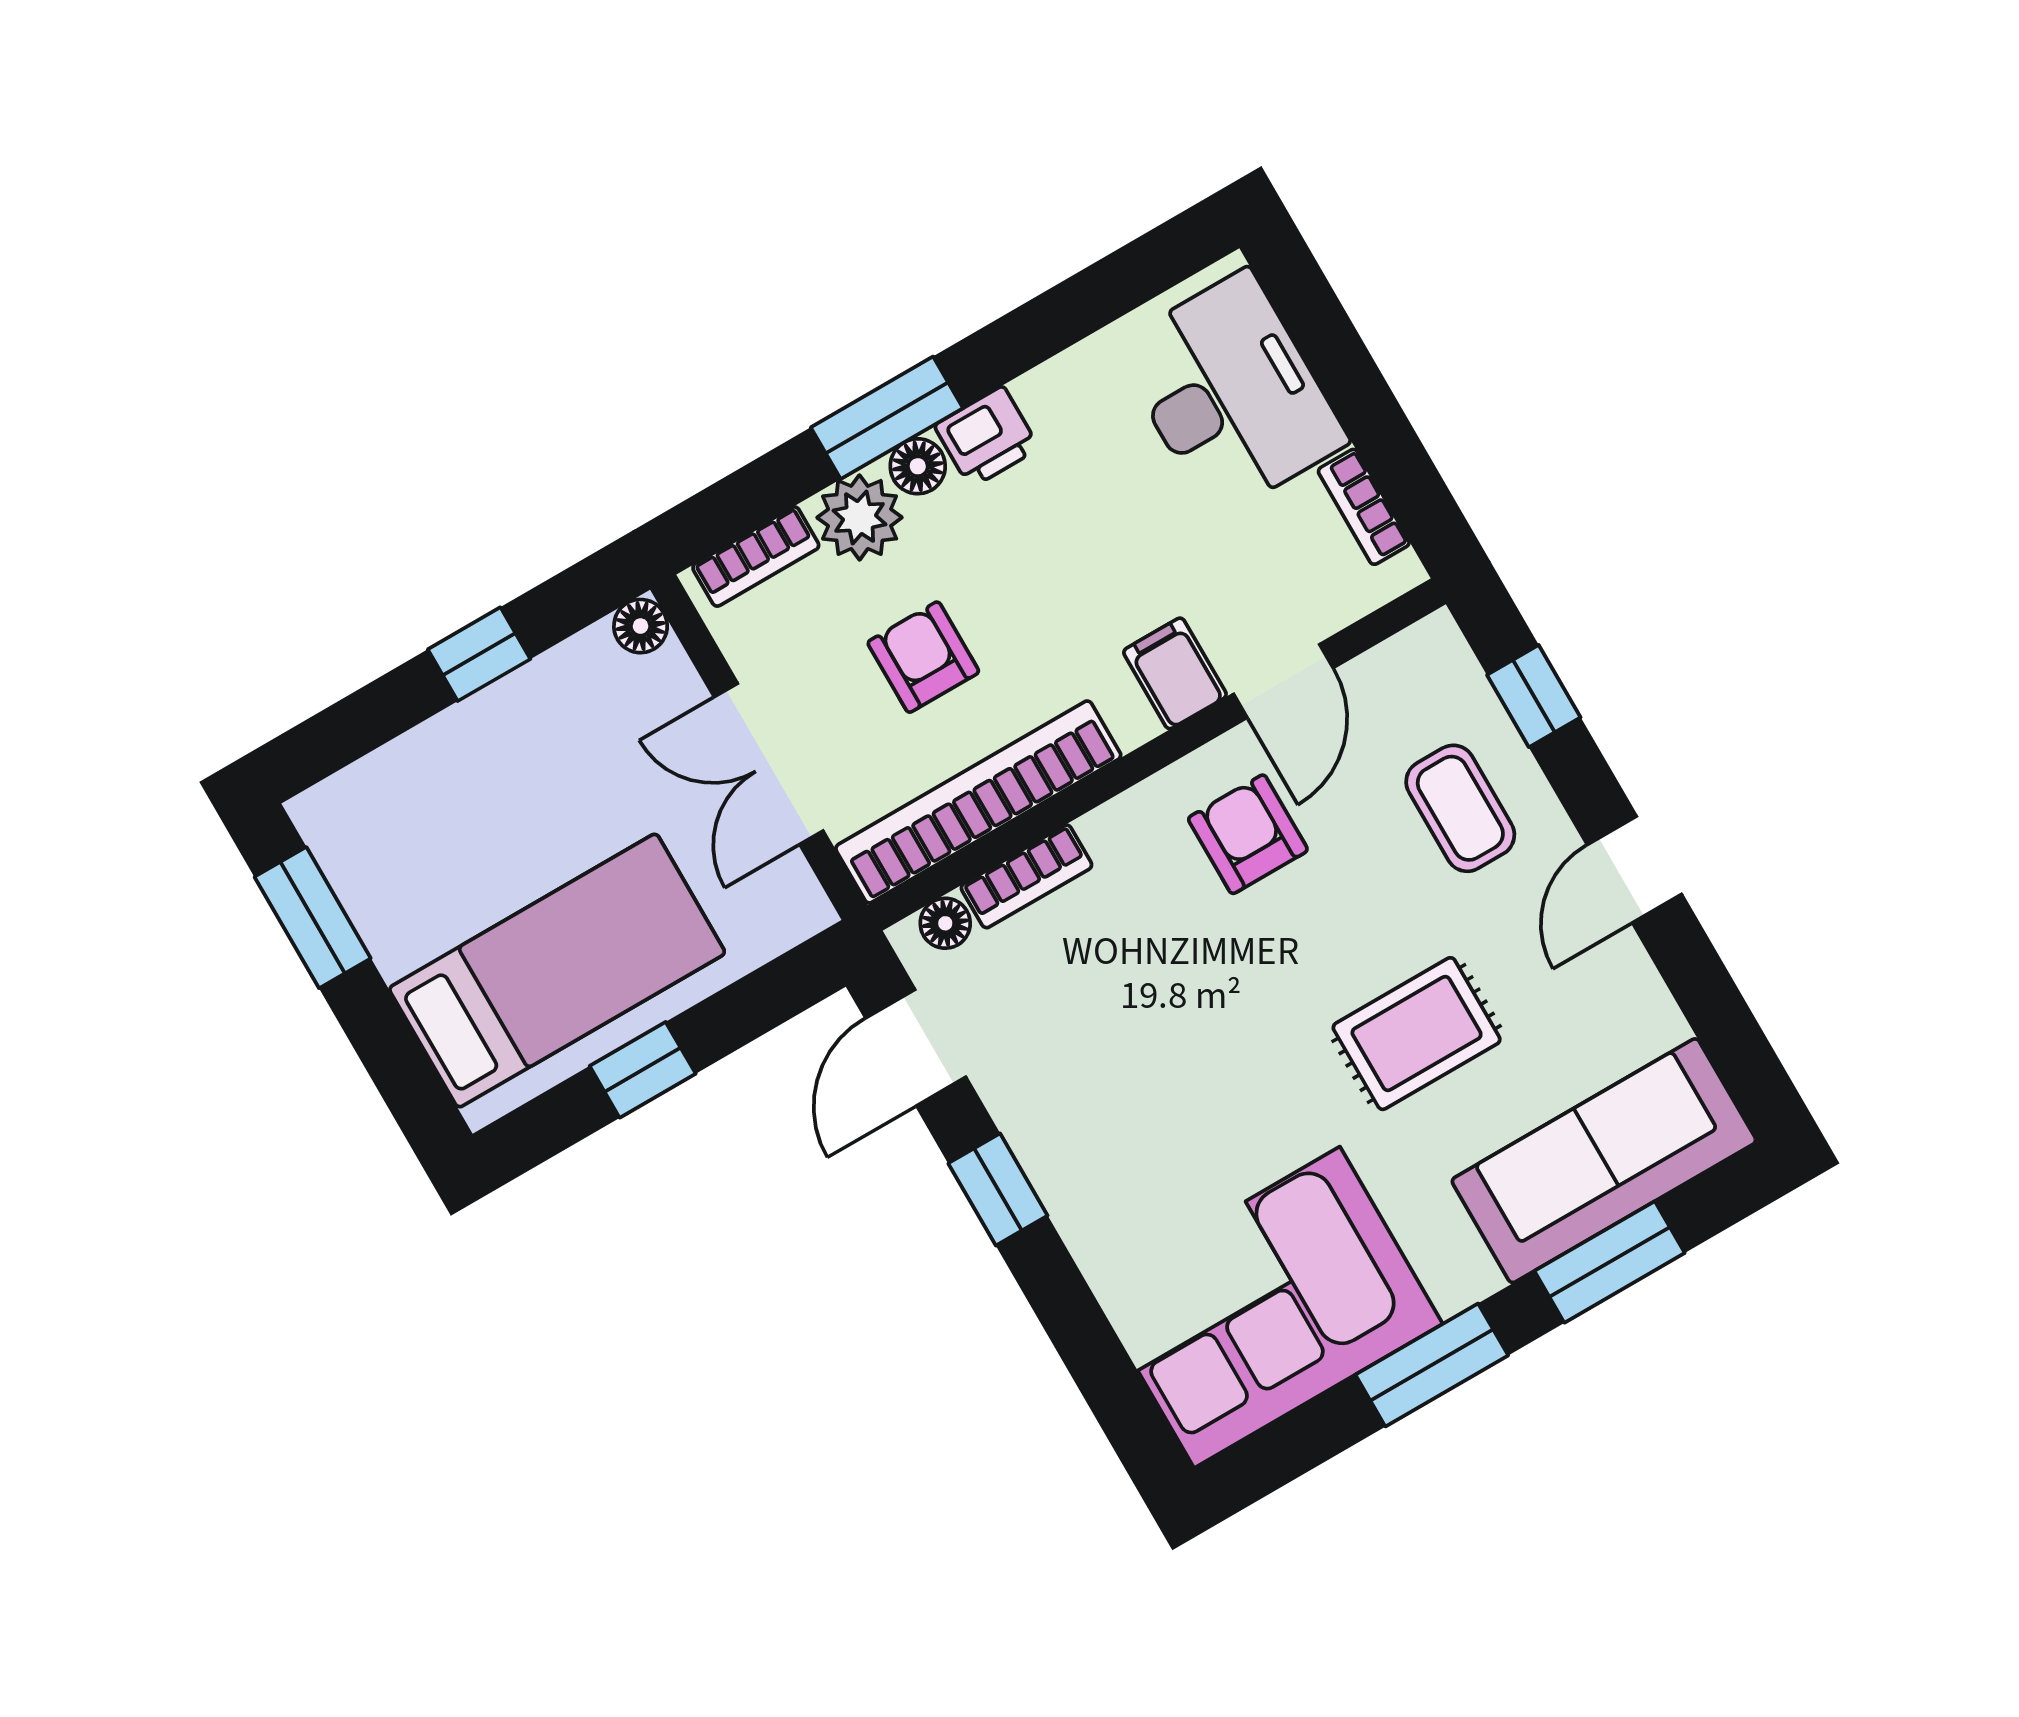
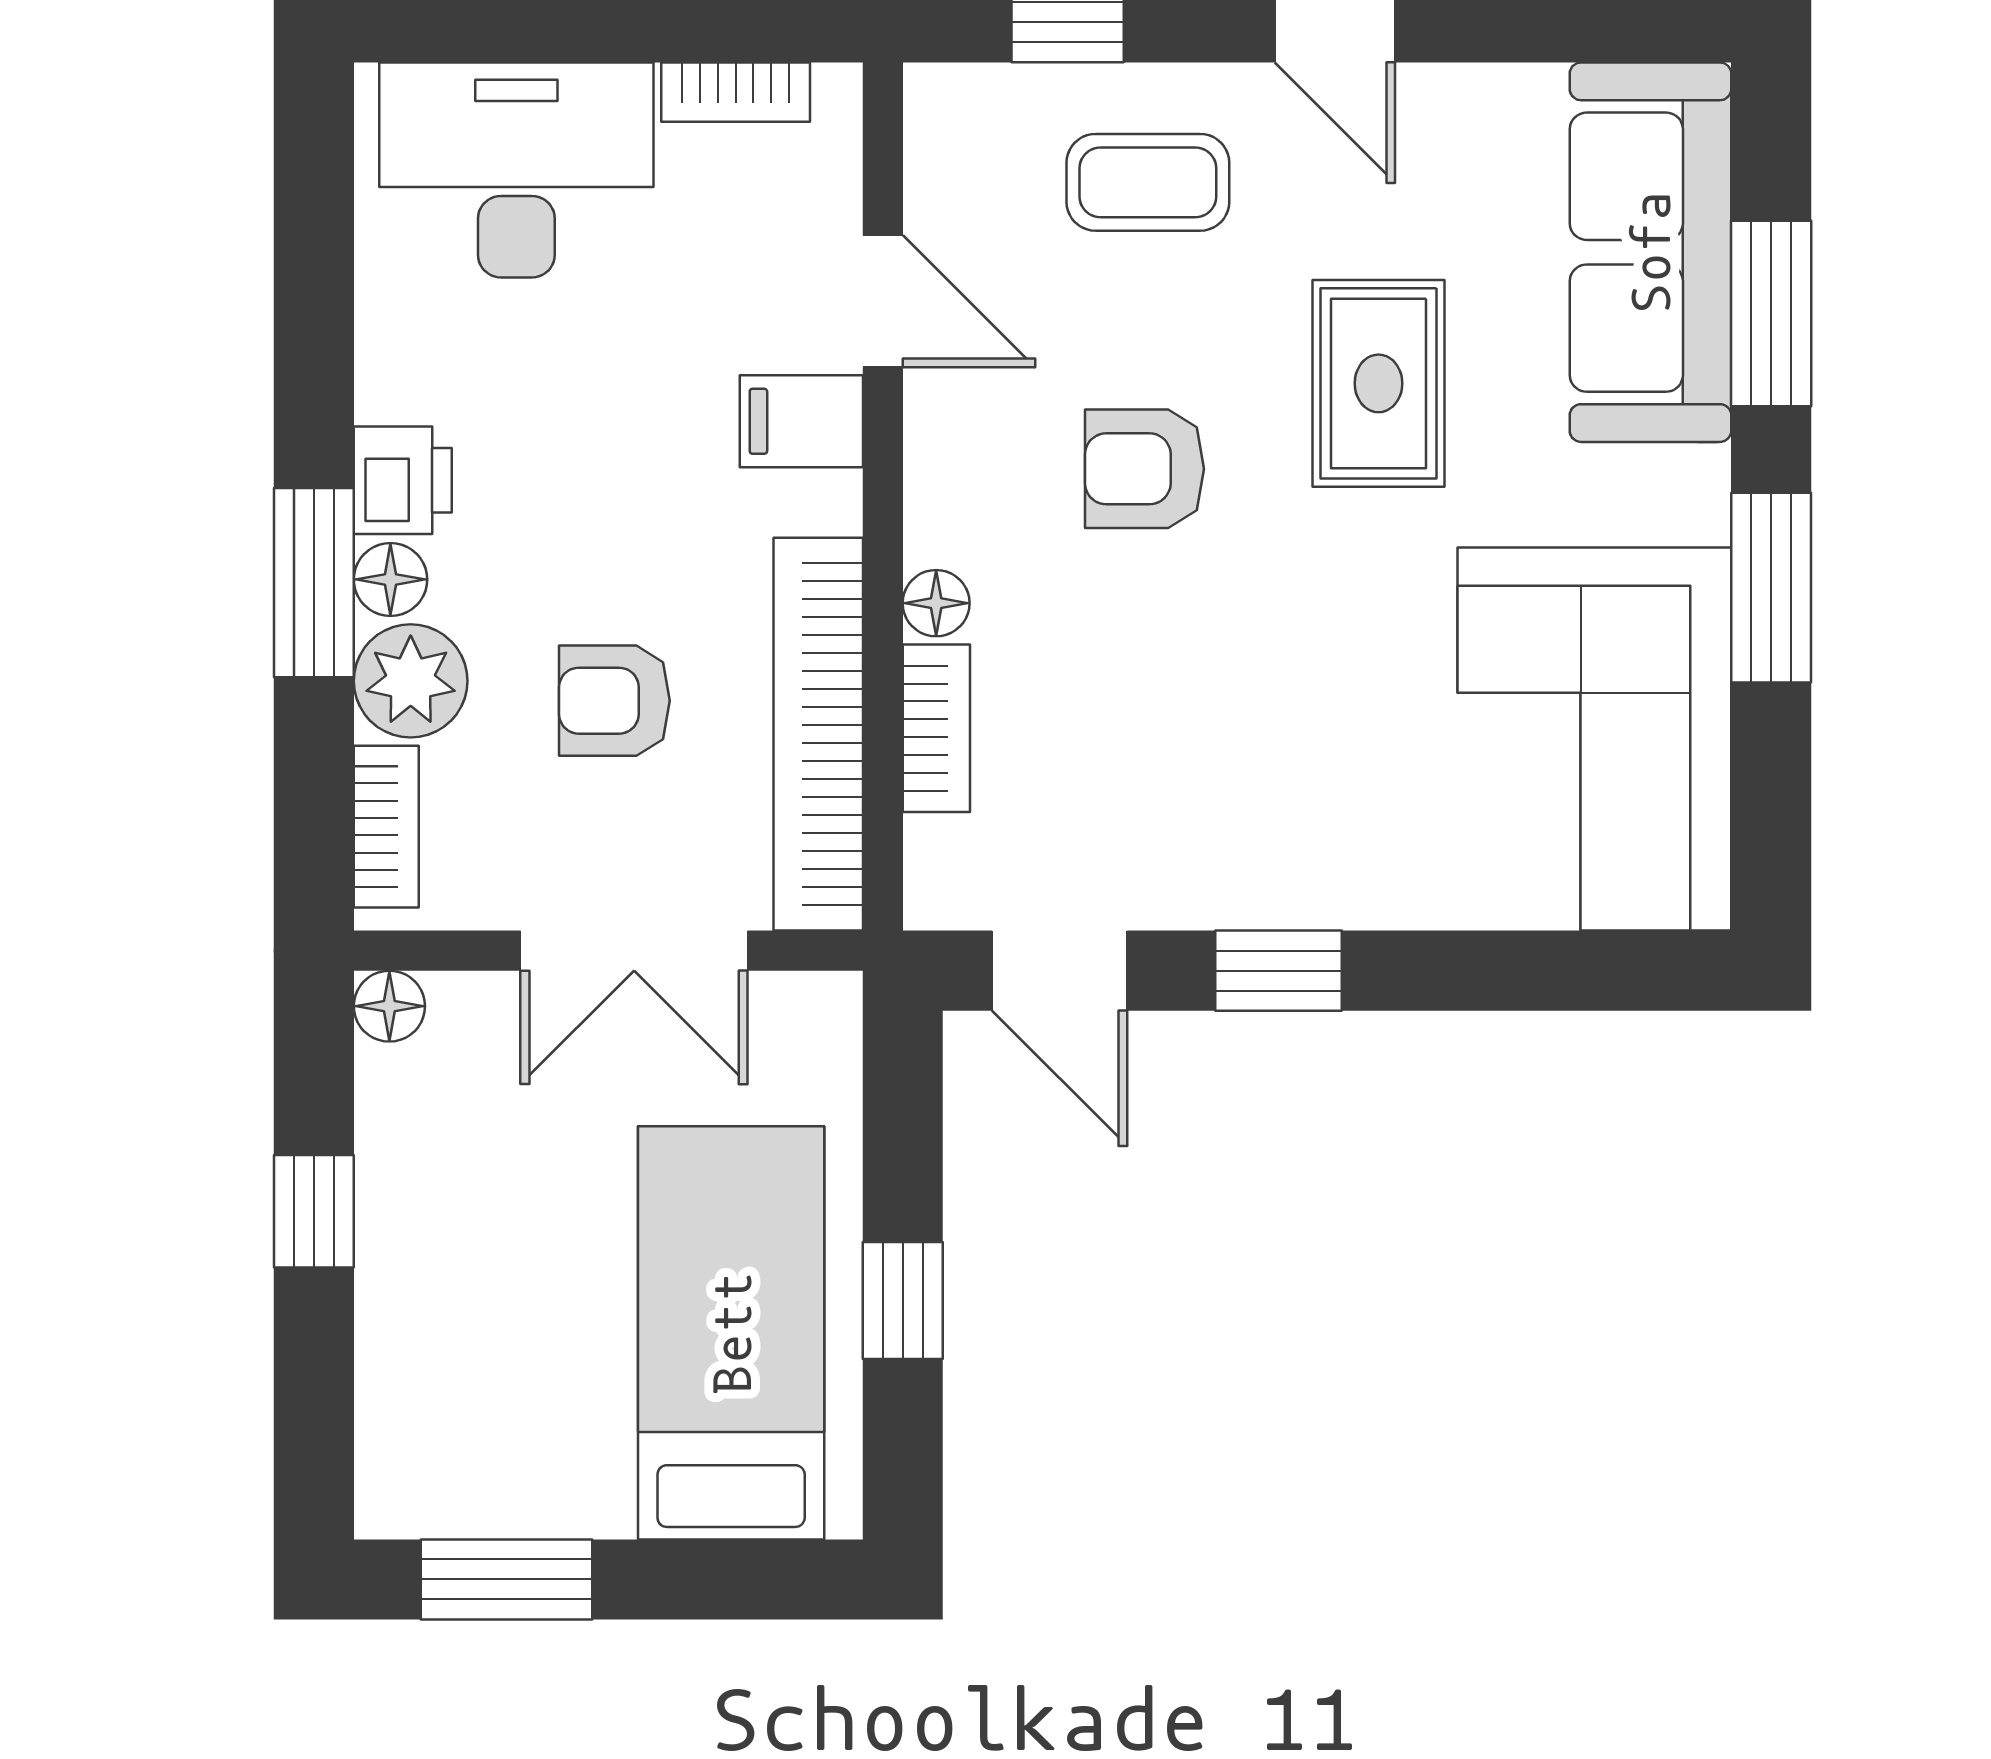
armchair: (1248, 834) -> (1144, 469), moved
floor lamp: (945, 923) -> (936, 603), moved

